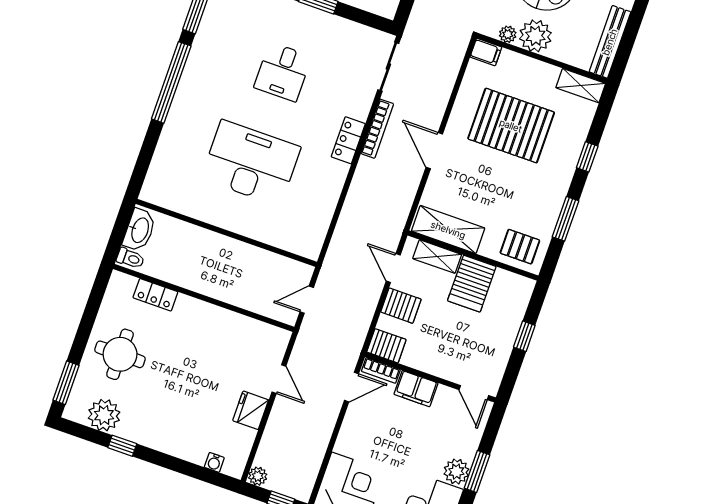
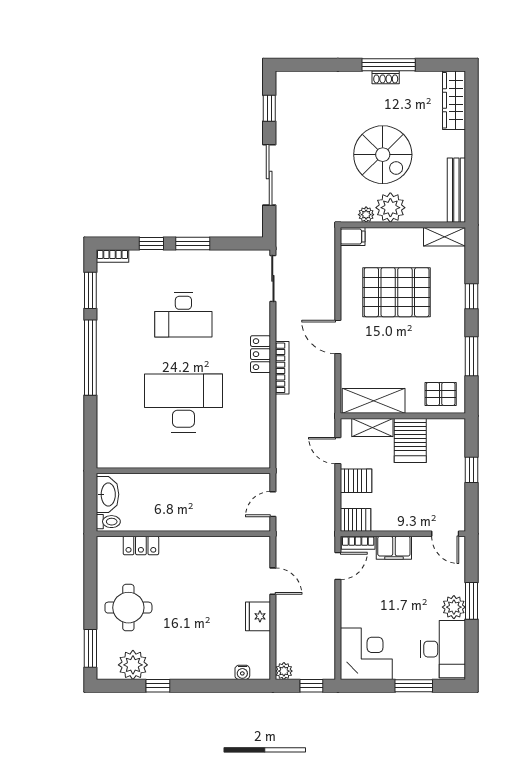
desk: (283, 72) -> (183, 315), width x1.37
bookcase: (377, 129) -> (282, 368), moved

